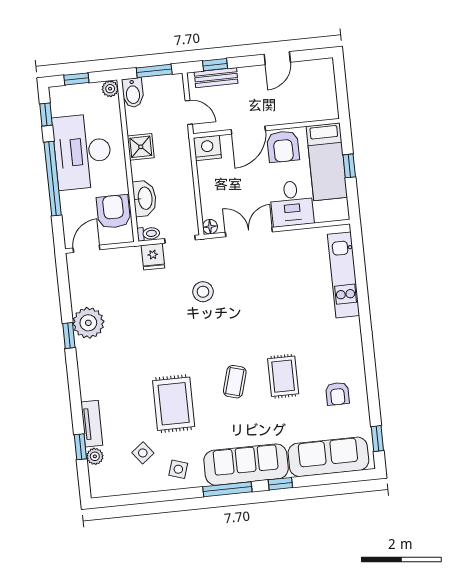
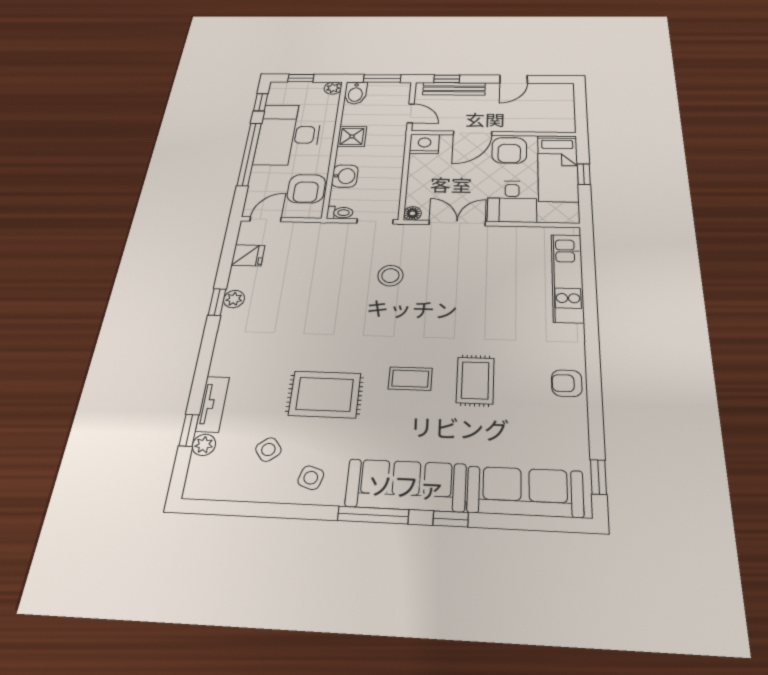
bench: (216, 78) -> (454, 89), width x1.36
washbasin: (145, 198) -> (345, 176), width x0.72
armchair: (113, 212) -> (306, 189), turned 180
fridge: (153, 257) -> (248, 255), moved, turned -90
plant: (88, 323) -> (234, 299), width x0.53, depth x0.53
coffee table: (235, 382) -> (410, 379), turned 74
armchair: (337, 394) -> (567, 383), moved, turned 90
rug: (174, 404) -> (325, 394), turned 90

